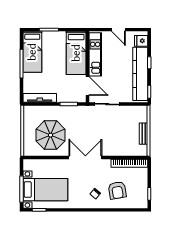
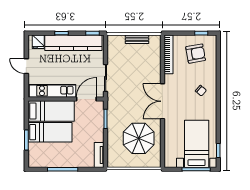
door: (118, 30) -> (26, 66), swing flipped
bed: (32, 52) -> (50, 132), moved
tv unit: (40, 98) -> (99, 155), width x0.71
armchair: (117, 190) -> (196, 54), moved

